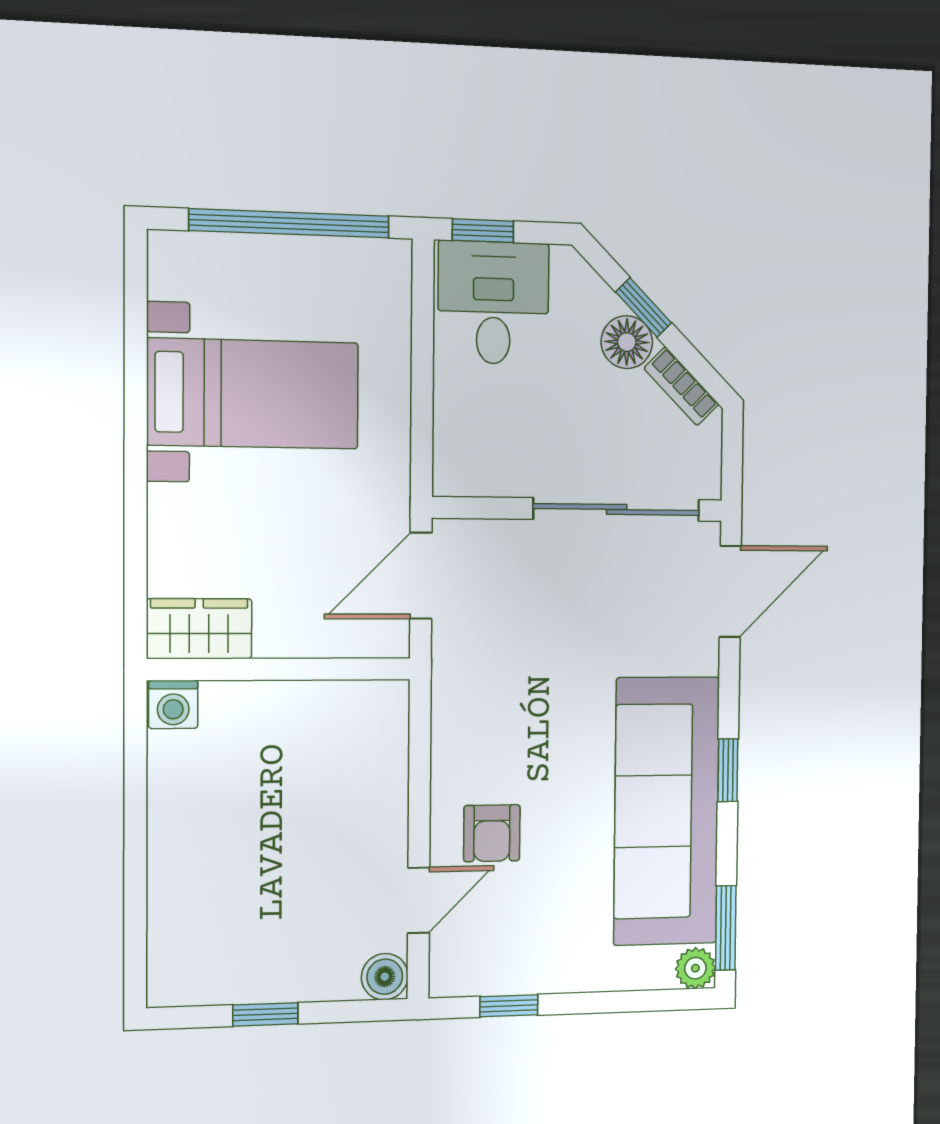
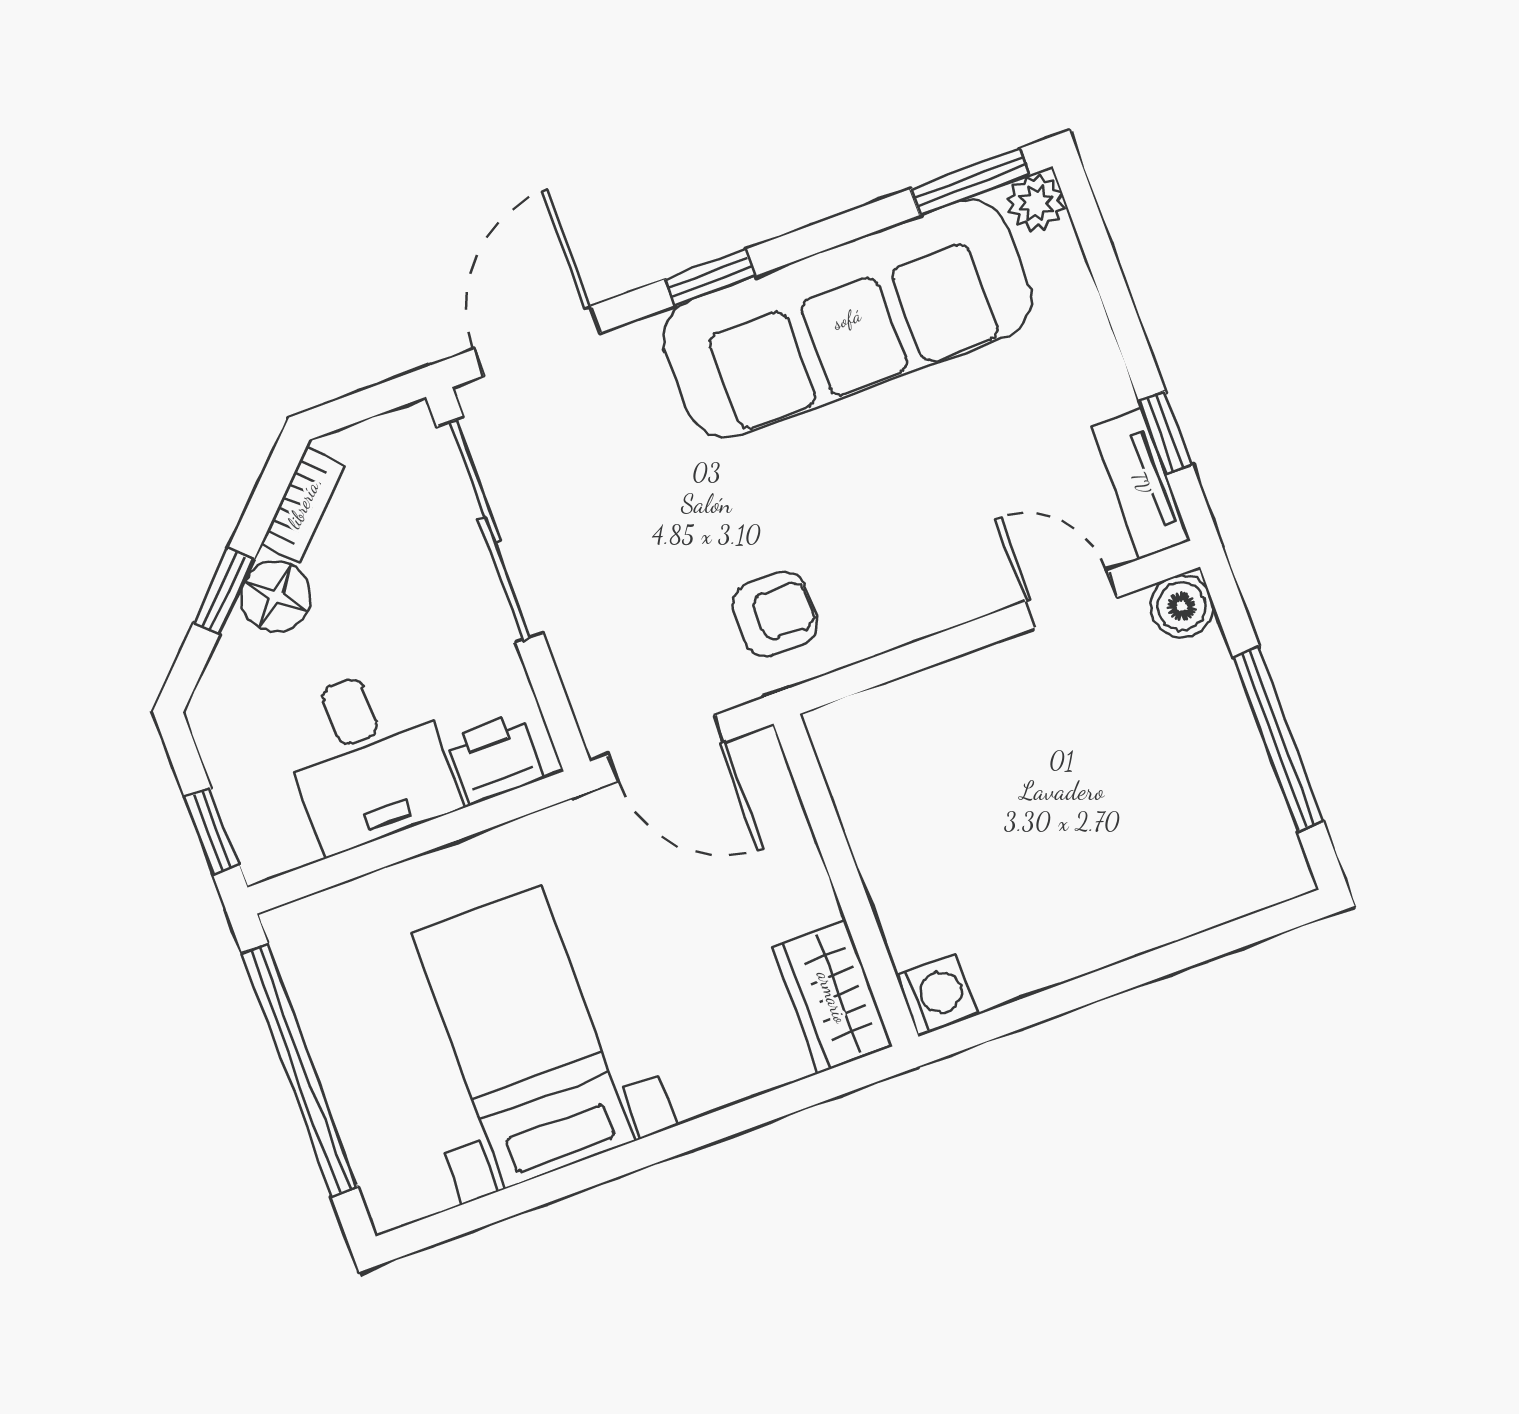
desk: (493, 303) -> (367, 758), moved, turned -90
printer: (459, 451) -> (494, 759), added
door: (730, 591) -> (537, 341), hinge flipped
window: (728, 770) -> (710, 277), moved
armchair: (492, 833) -> (775, 614), moved
tv unit: (481, 976) -> (1141, 483), added
window: (265, 1014) -> (1278, 740), width x2.17

